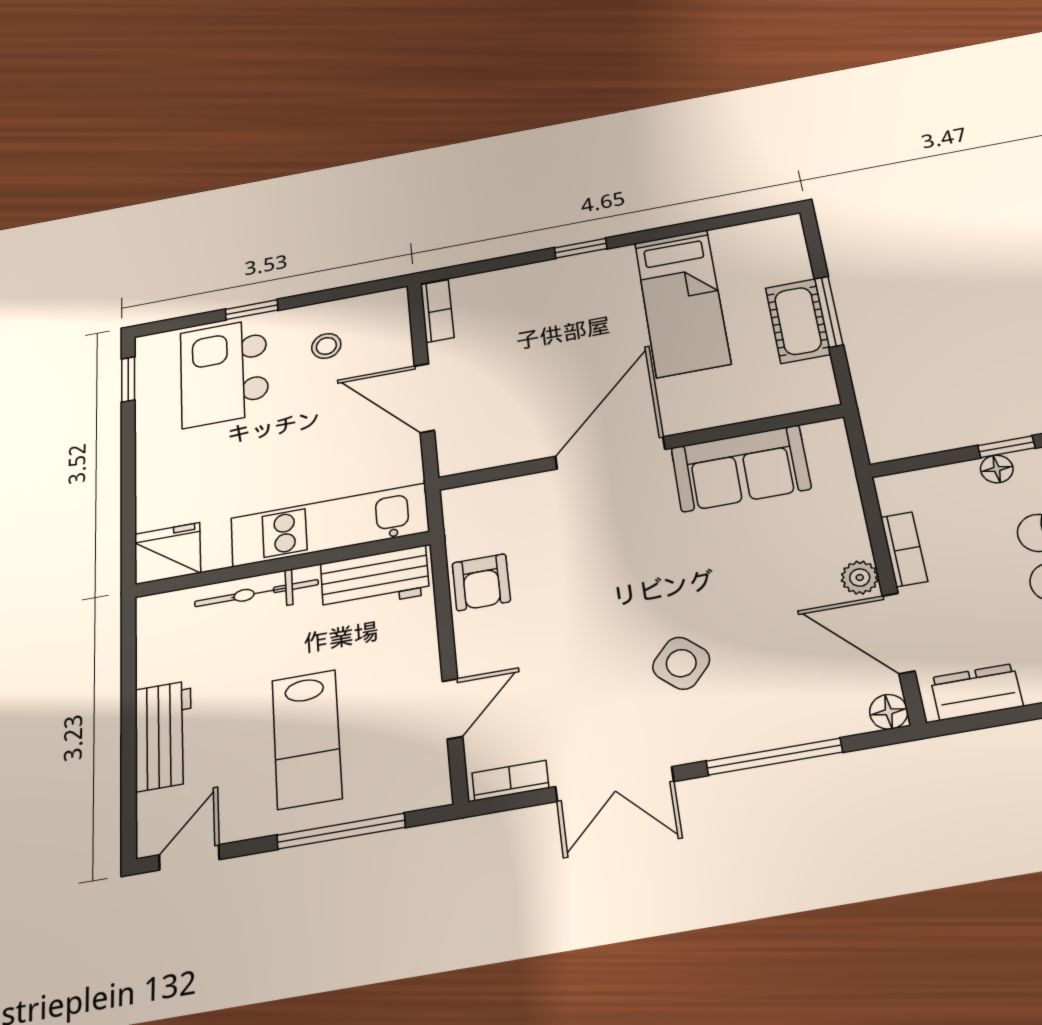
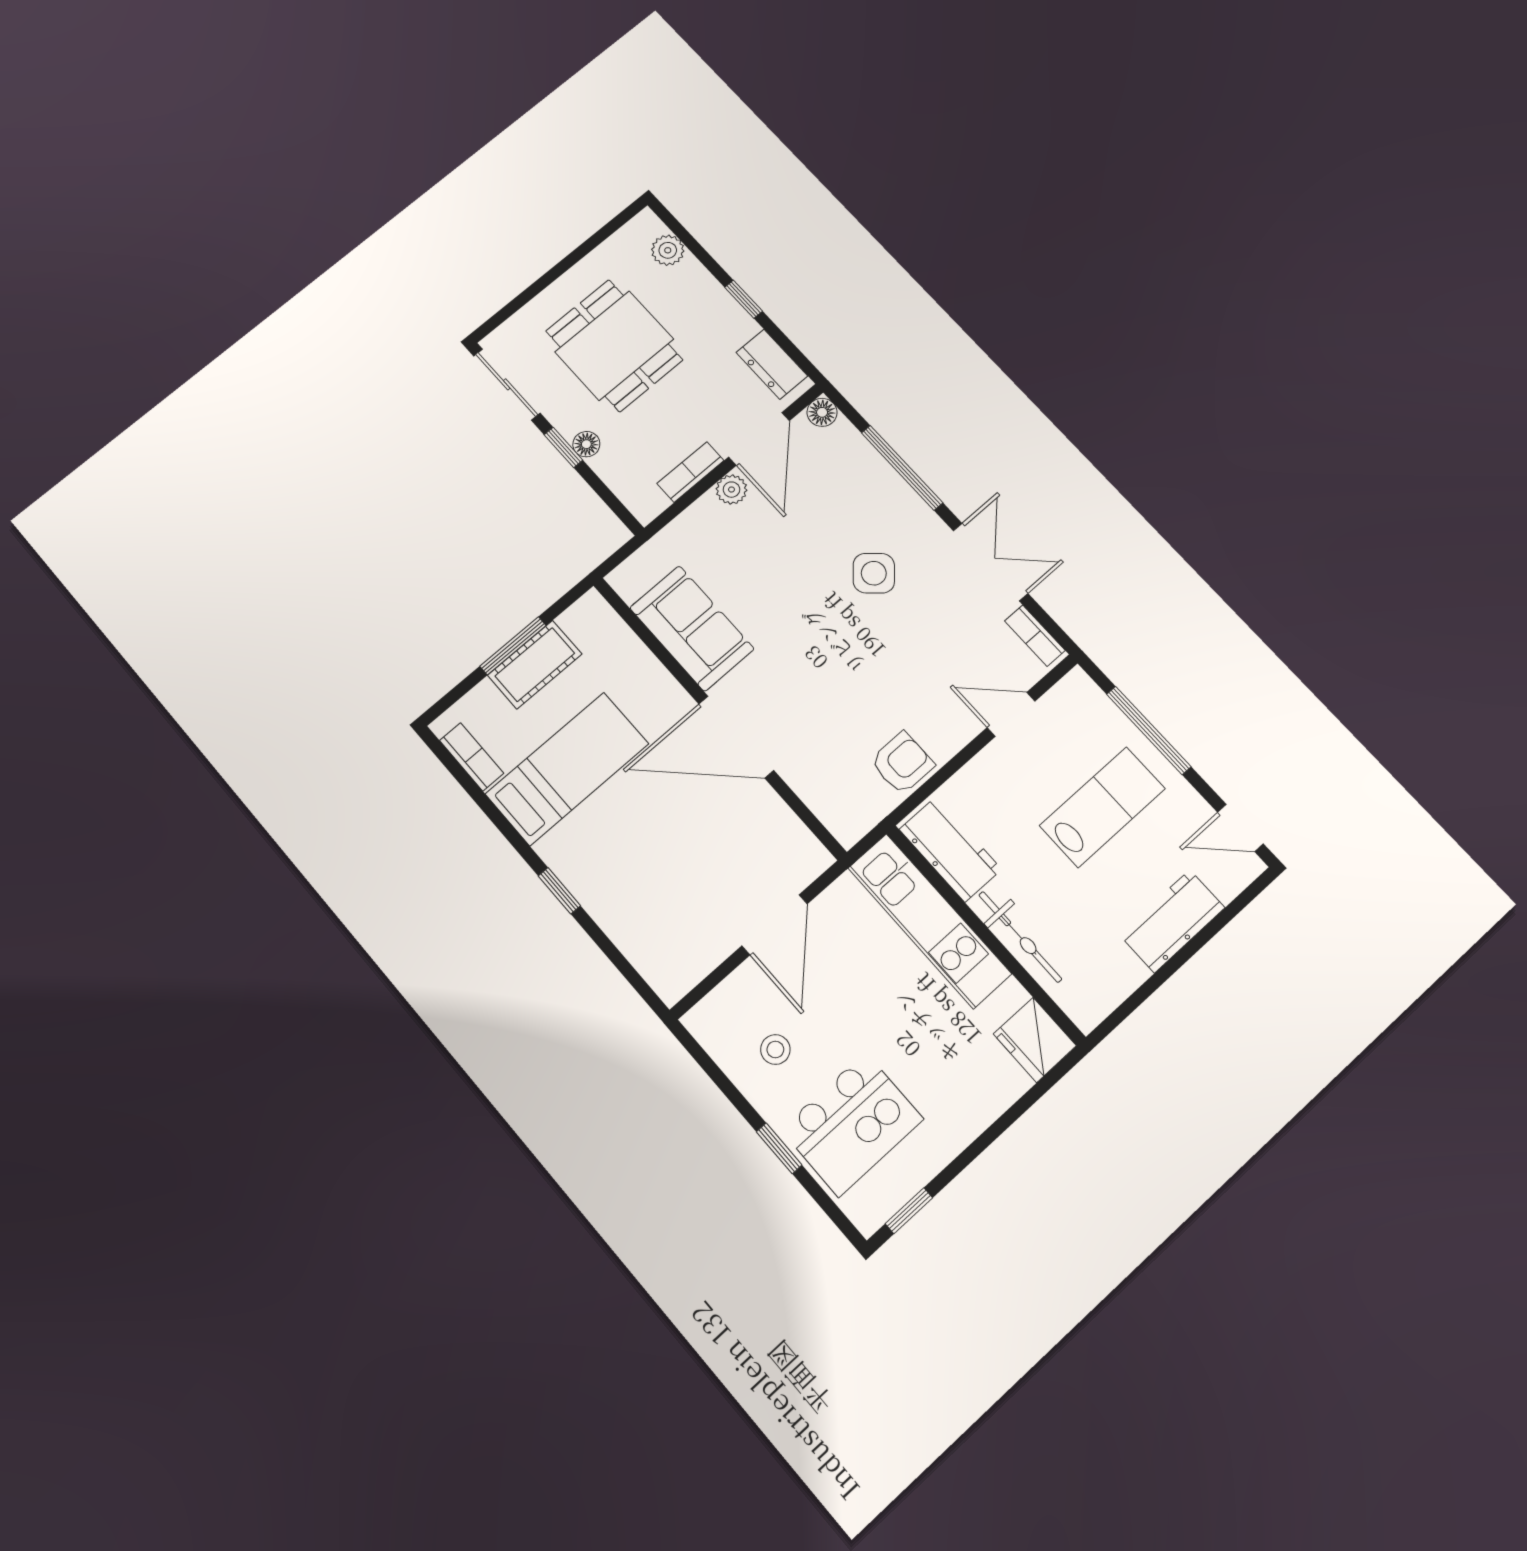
bookcase: (437, 311) -> (472, 757), moved, turned 90

